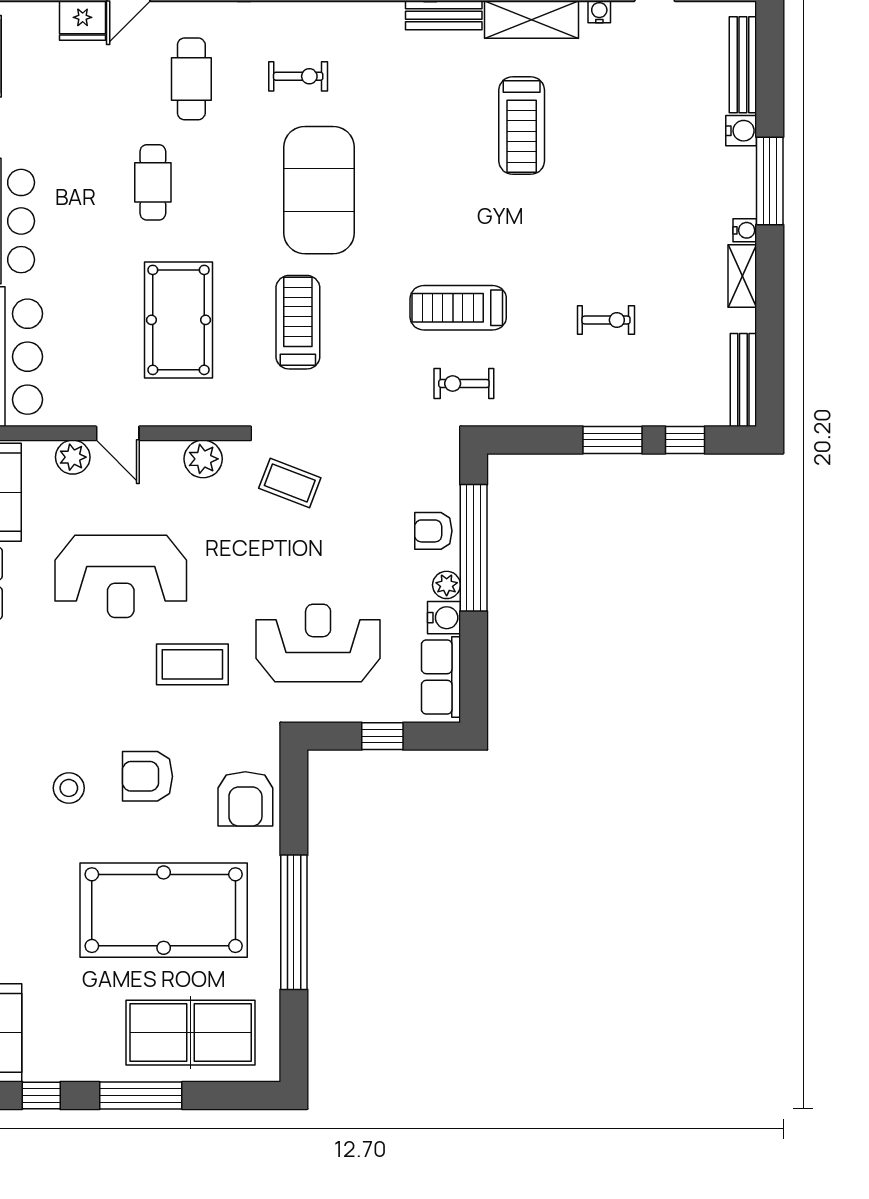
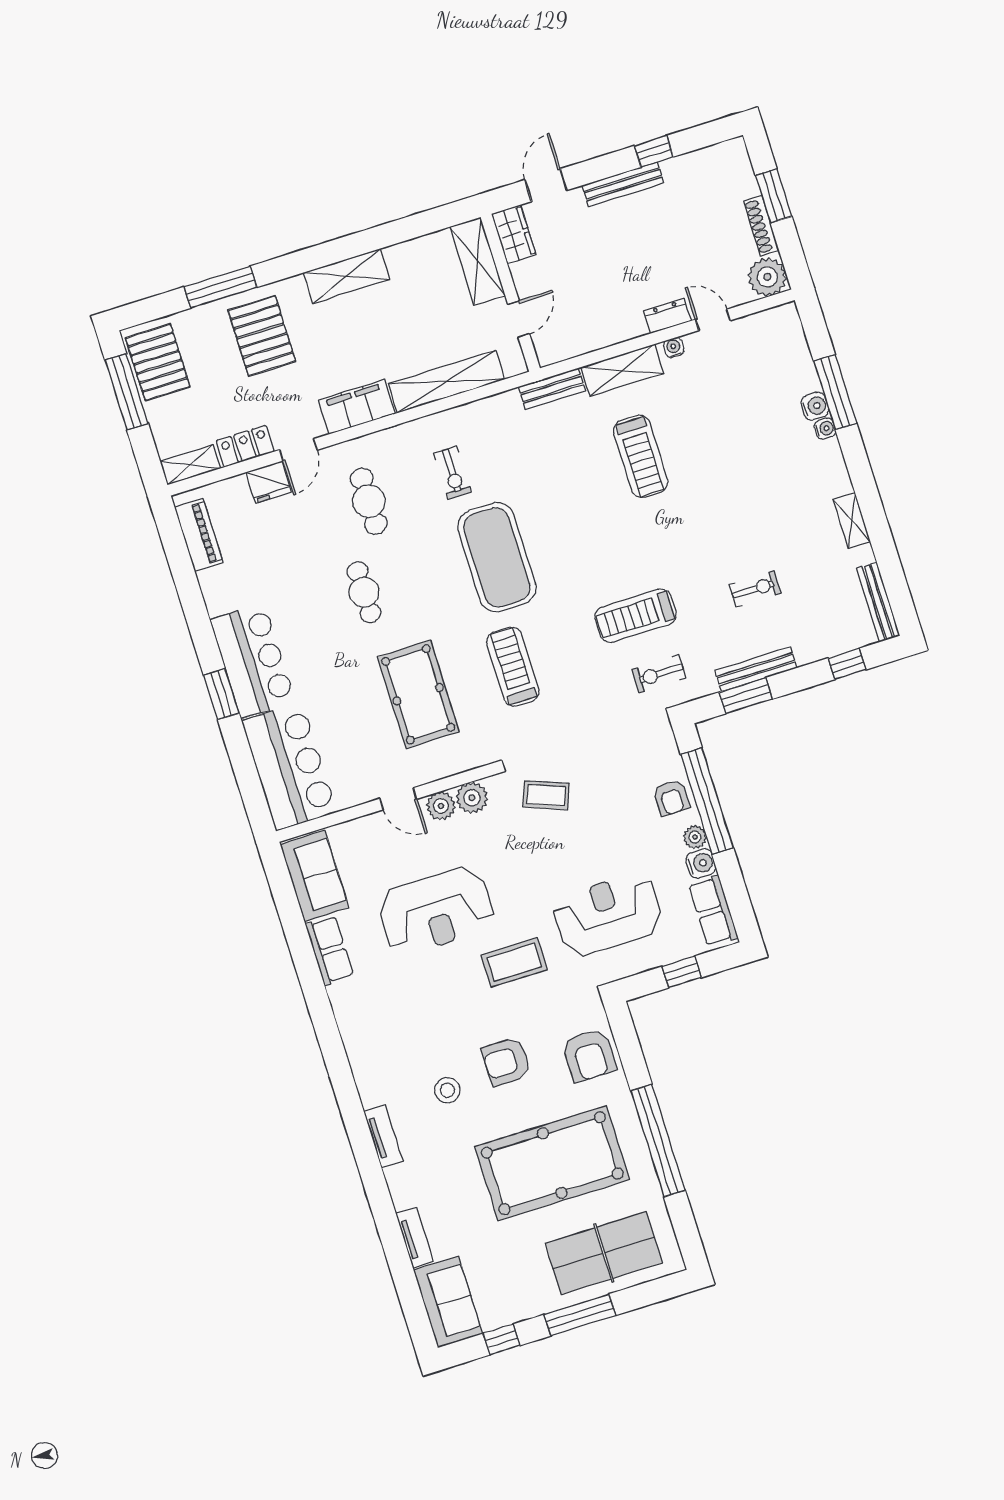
bench: (743, 65) -> (756, 669), moved, turned 90
exercise bike: (298, 76) -> (452, 473), turned 90
window: (770, 181) -> (835, 392), moved
water cooler: (745, 230) -> (825, 429), moved
window: (613, 440) -> (746, 696), moved
plant: (73, 457) -> (441, 806), moved
armchair: (433, 531) -> (671, 798), turned -90

